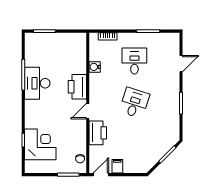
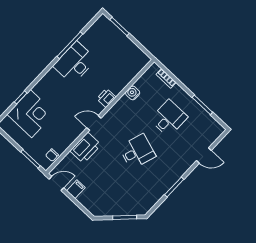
printer: (77, 87) -> (106, 98), width x0.53, depth x0.68

